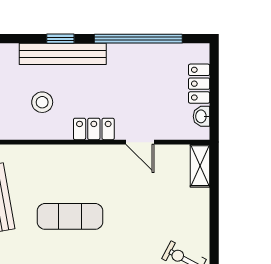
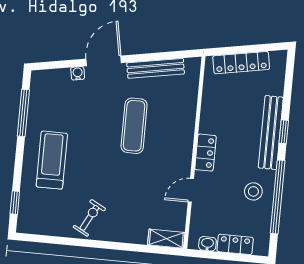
stool: (42, 102) -> (253, 191), moved

